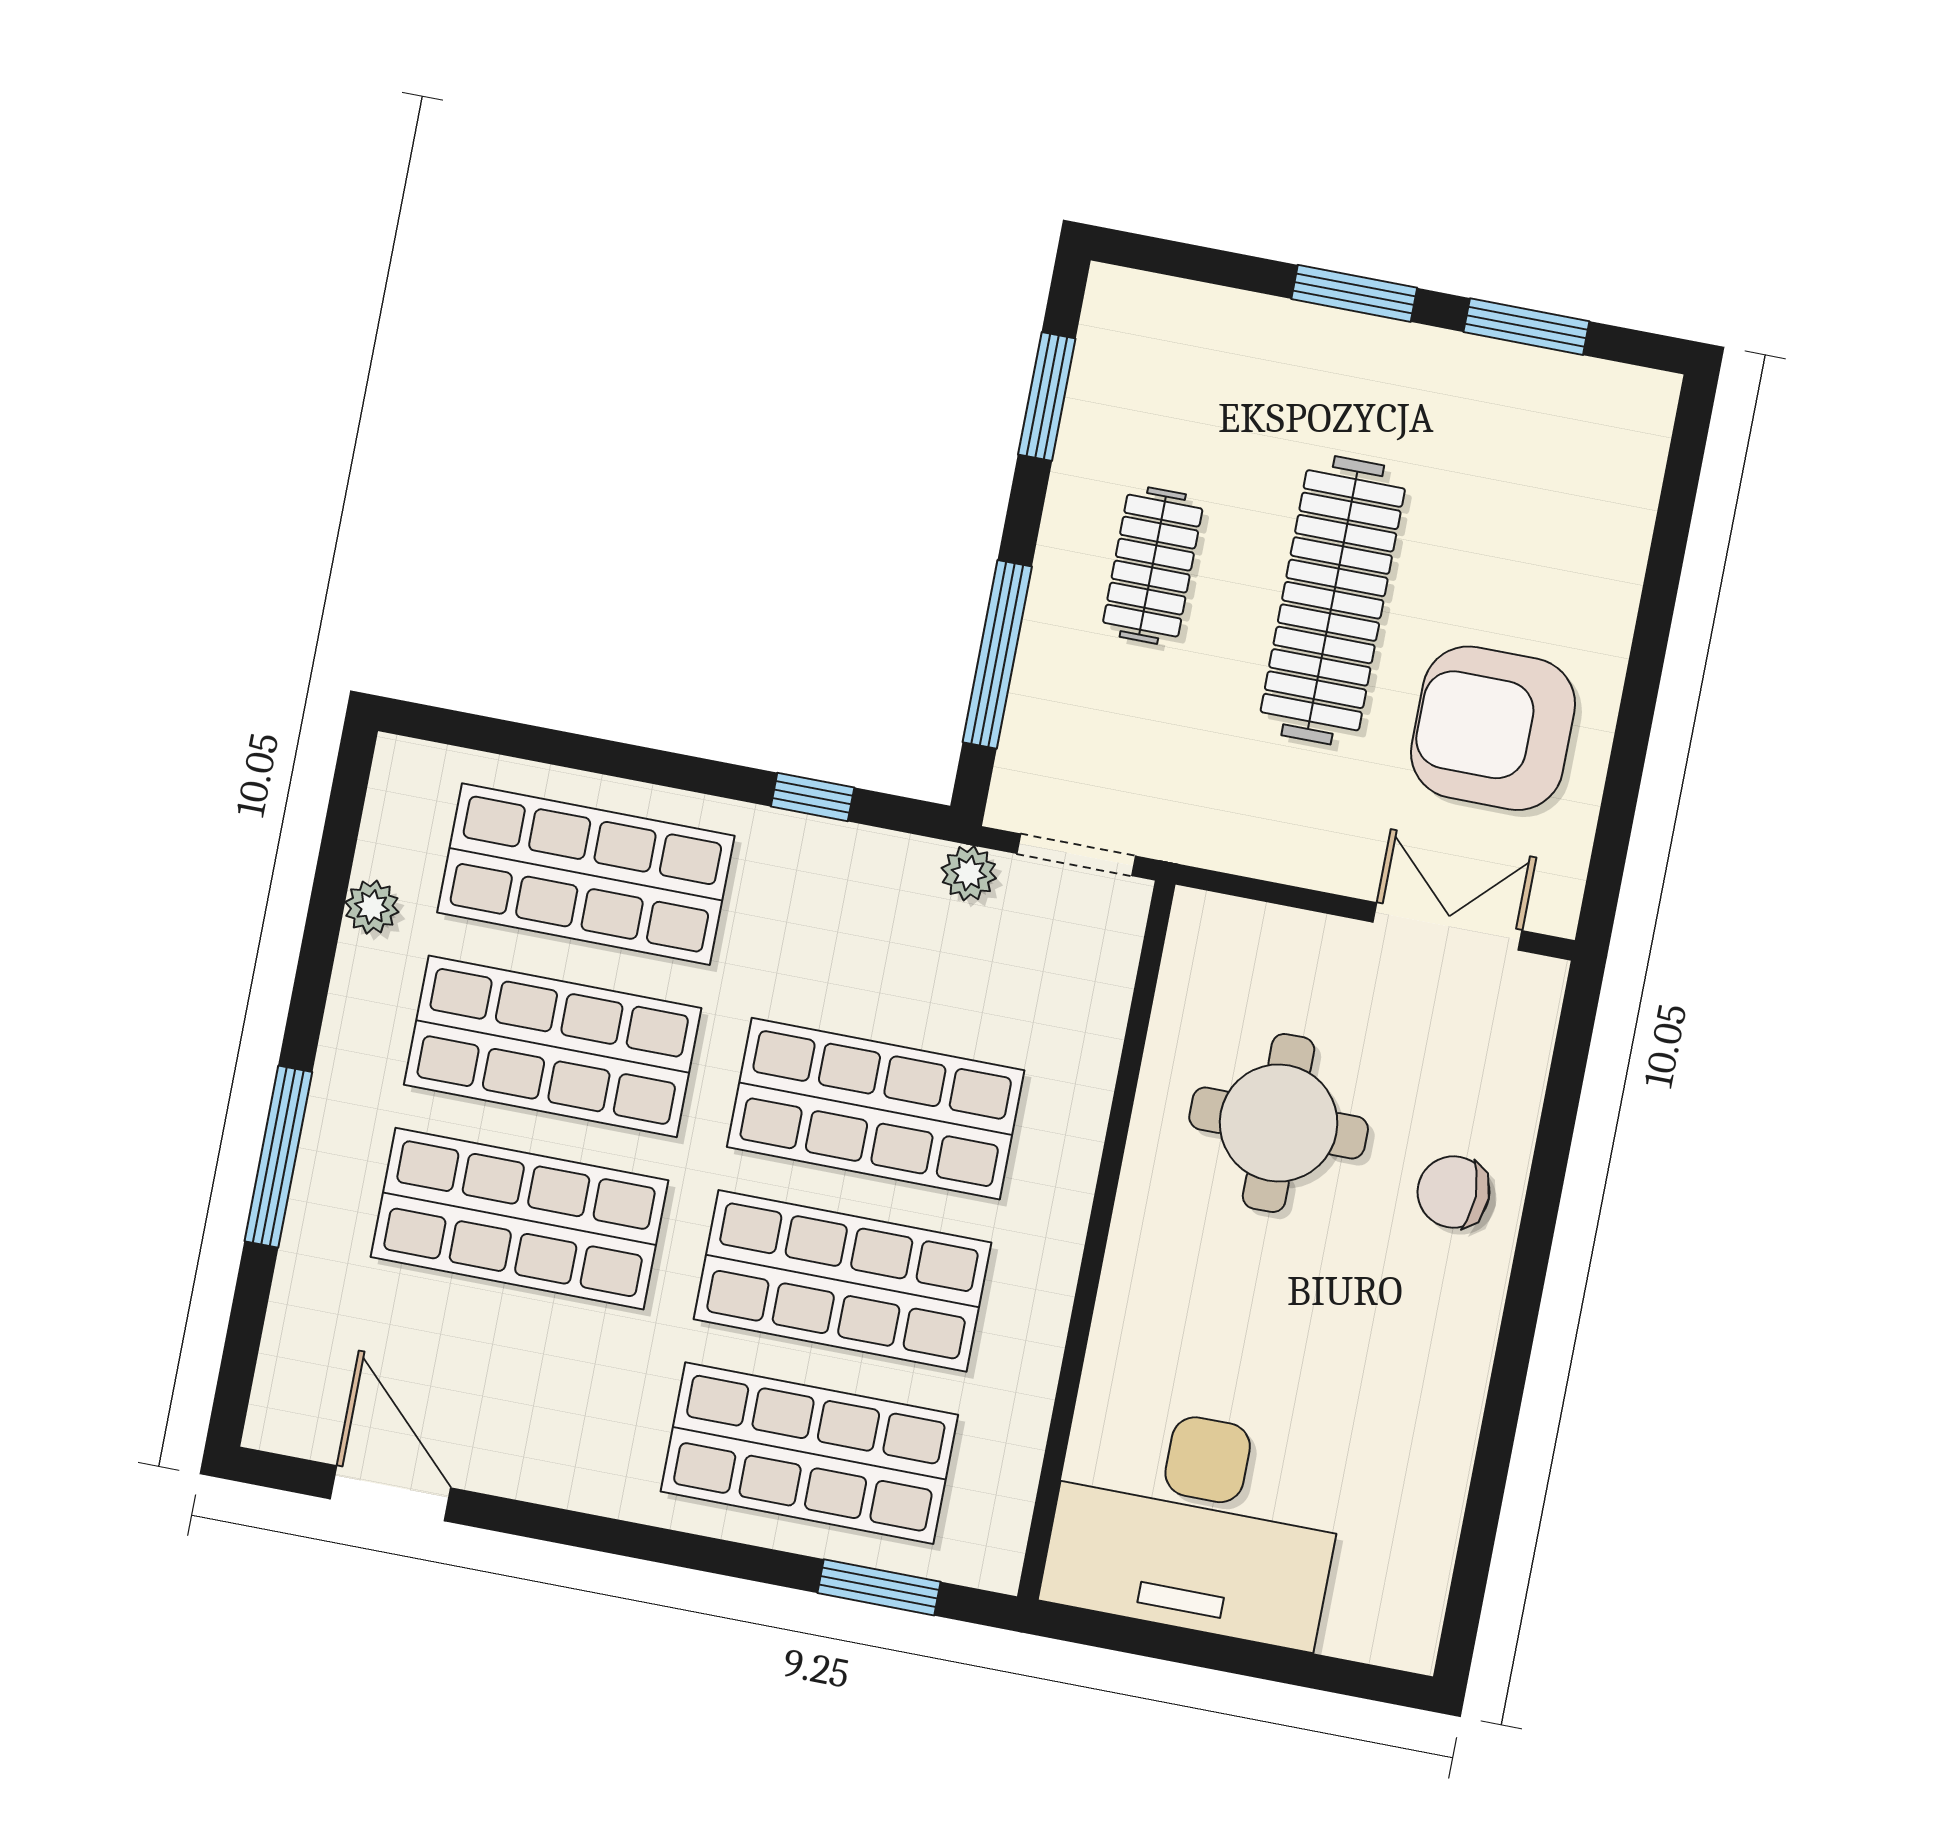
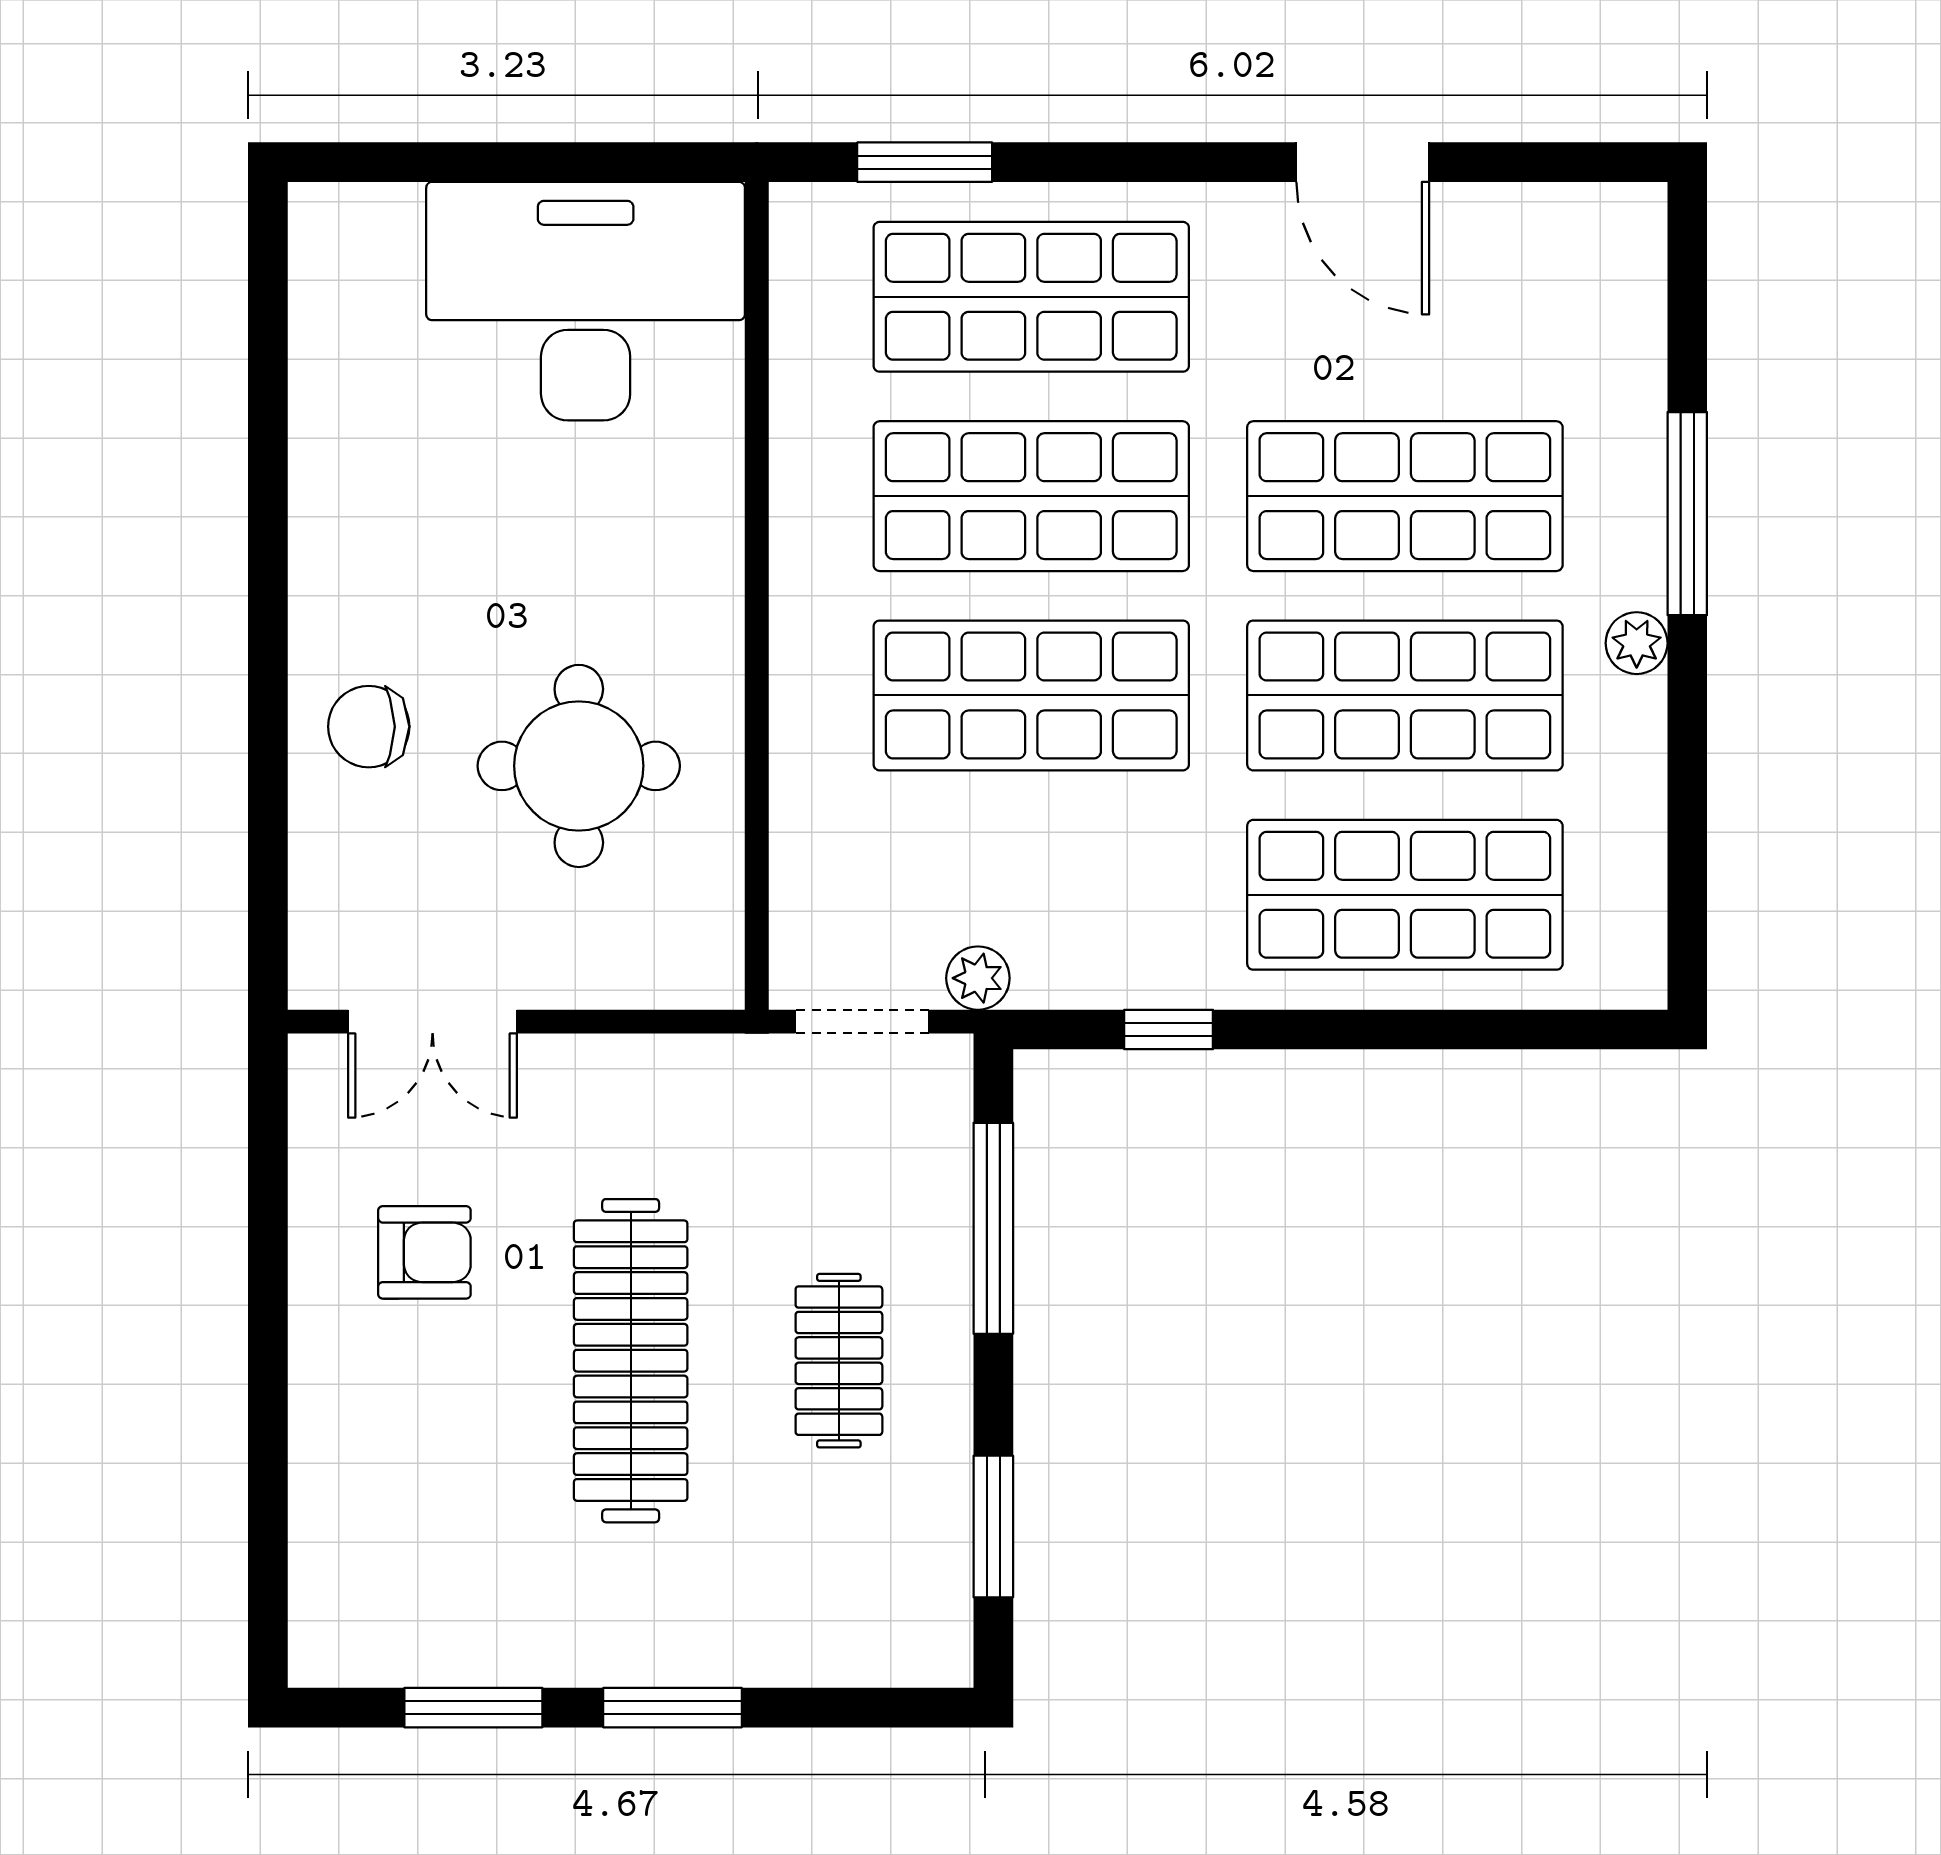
armchair: (1493, 728) -> (424, 1252), width x0.53, depth x0.53
plant: (372, 907) -> (1637, 643), moved
chair: (1454, 1192) -> (369, 727), turned 180
door: (391, 1493) -> (1363, 162), moved

